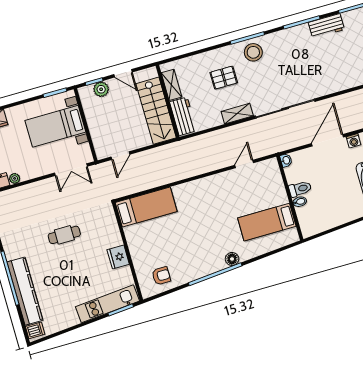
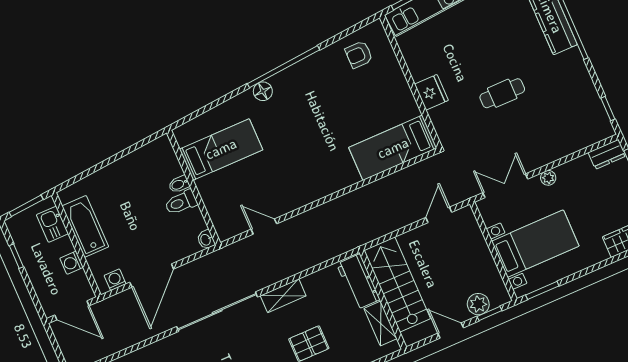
door: (244, 164) -> (264, 227), swing flipped
plant: (15, 178) -> (548, 178), moved
fridge: (118, 257) -> (431, 92), moved

